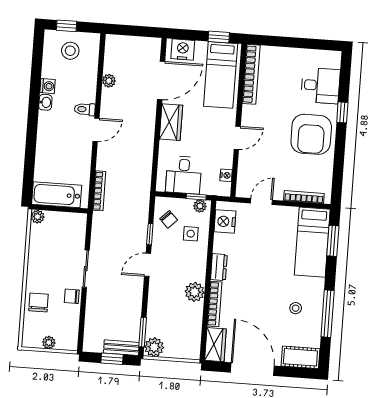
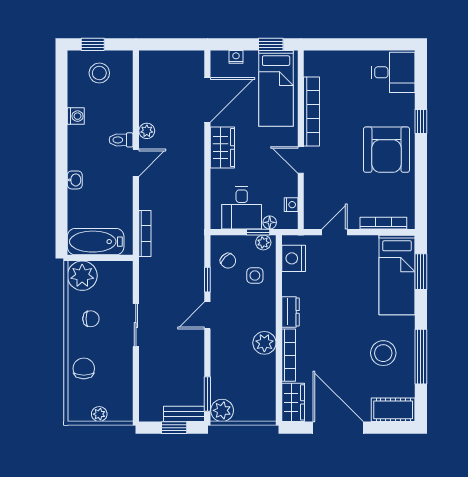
nightstand: (183, 50) -> (236, 57), width x0.53, depth x0.56
bookcase: (251, 74) -> (312, 112), moved
plant: (109, 81) -> (147, 131), moved
desk: (320, 86) -> (393, 72), moved
washbasin: (45, 102) -> (75, 180), moved
door: (237, 138) -> (301, 160), swing flipped
floor lamp: (207, 189) -> (270, 222), added
plant: (37, 217) -> (82, 276), width x1.88, depth x1.88
chair: (72, 296) -> (91, 319), moved, turned 180
stool: (296, 308) -> (383, 353), width x1.89, depth x1.89

